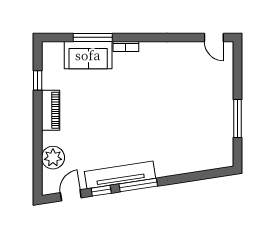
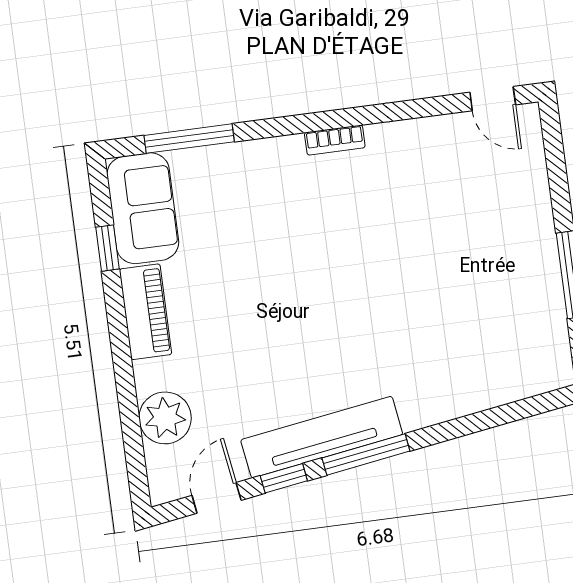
window: (93, 37) -> (189, 139), moved
bookcase: (126, 46) -> (335, 140), moved
sofa: (88, 55) -> (143, 208), moved, turned -90

